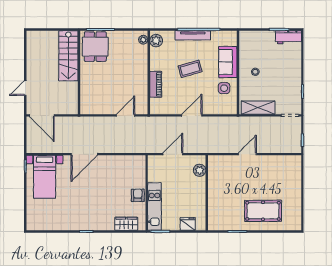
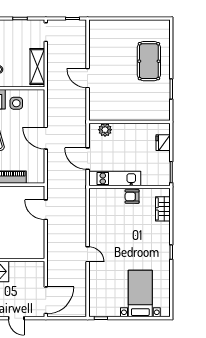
door: (84, 154) -> (88, 254), width x0.53
bed with nightstands: (45, 177) -> (140, 294), moved, turned -90
kitchen unit: (154, 206) -> (115, 178), moved

